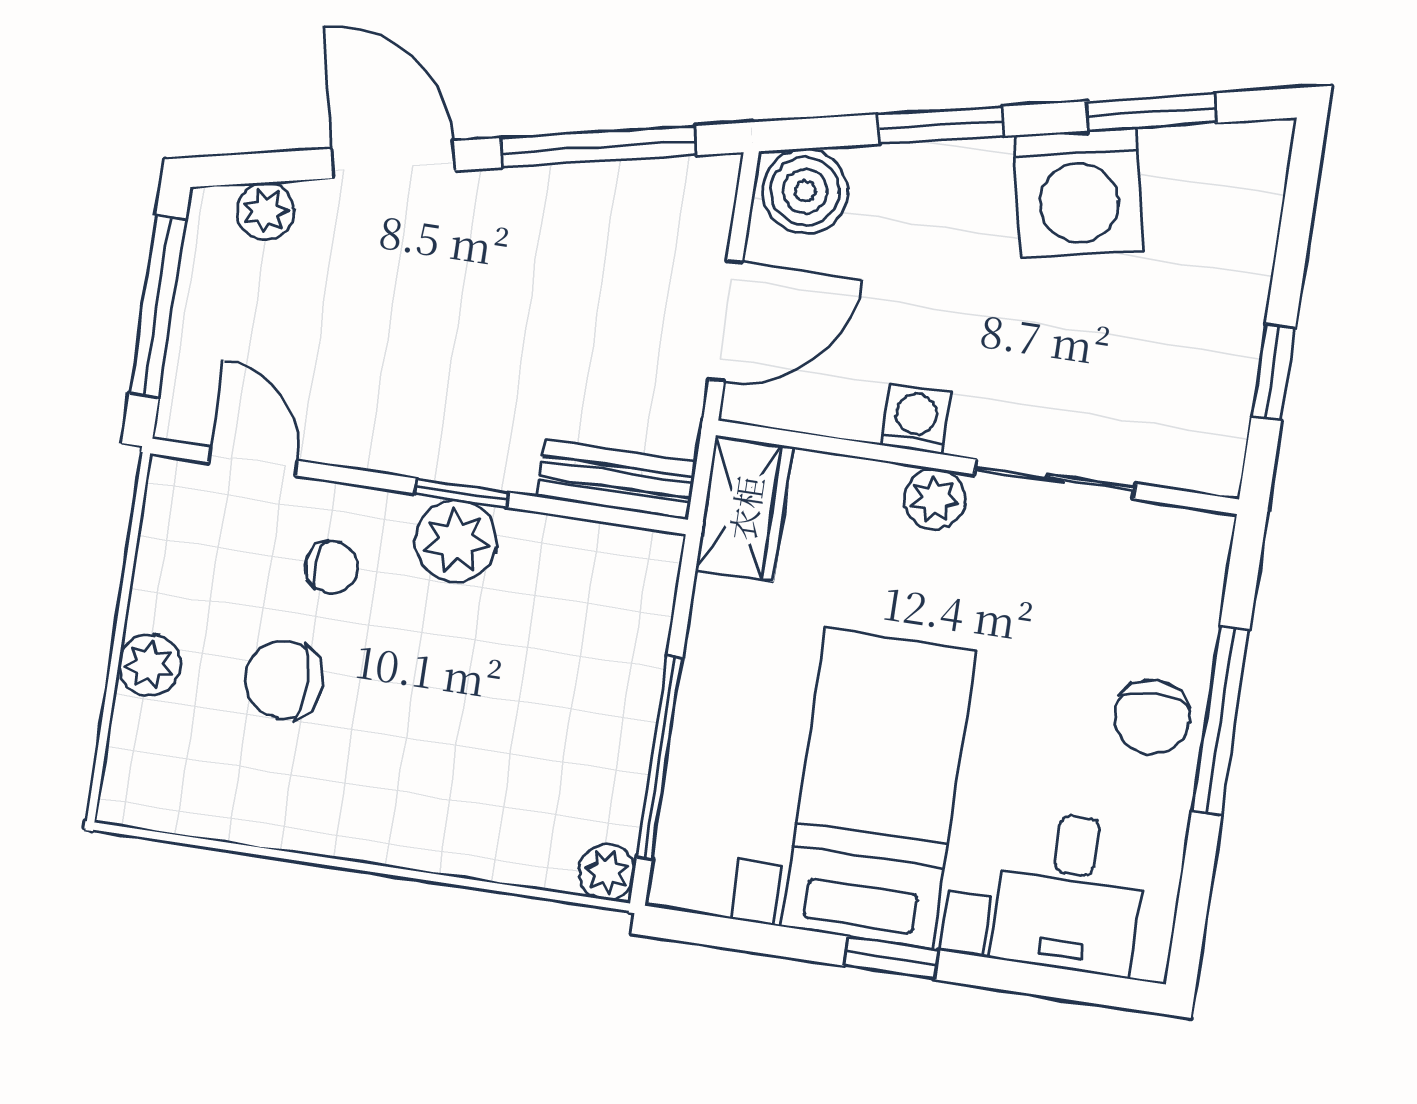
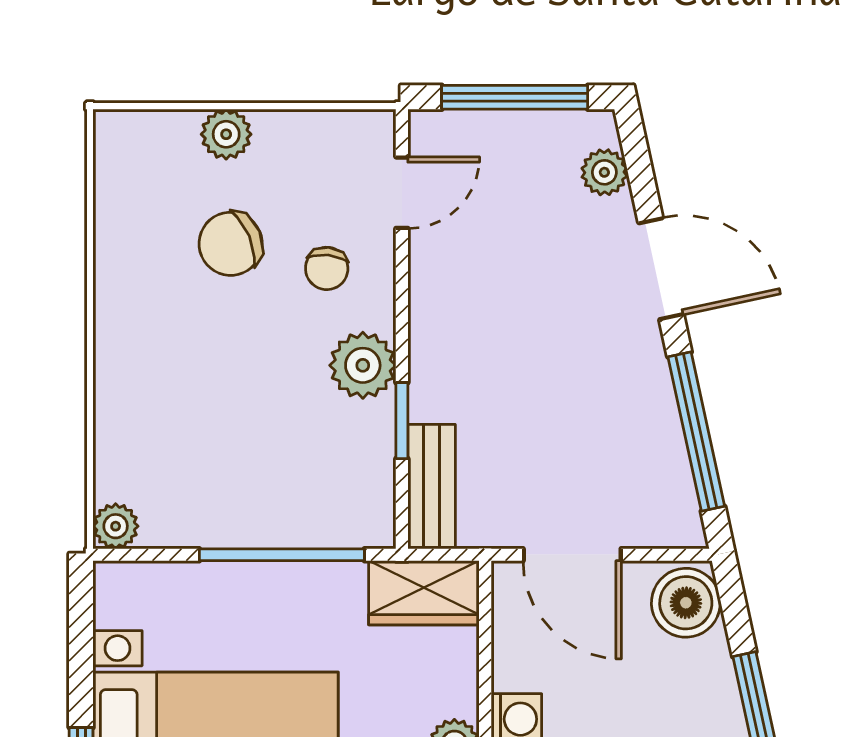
door: (393, 160) -> (661, 269), hinge flipped
window: (462, 493) -> (402, 421), moved
chair: (284, 680) -> (231, 244), turned -113
window: (660, 757) -> (282, 555), moved

